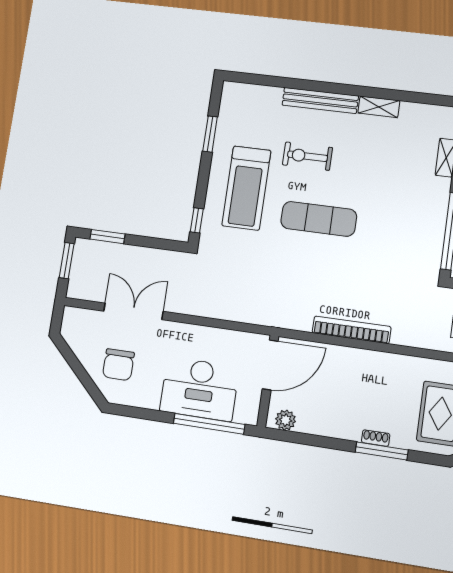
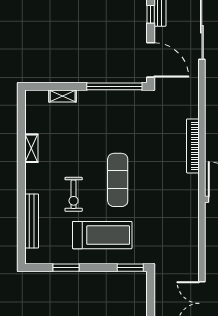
bench: (320, 100) -> (32, 221), moved
window: (197, 220) -> (130, 268), width x1.50

